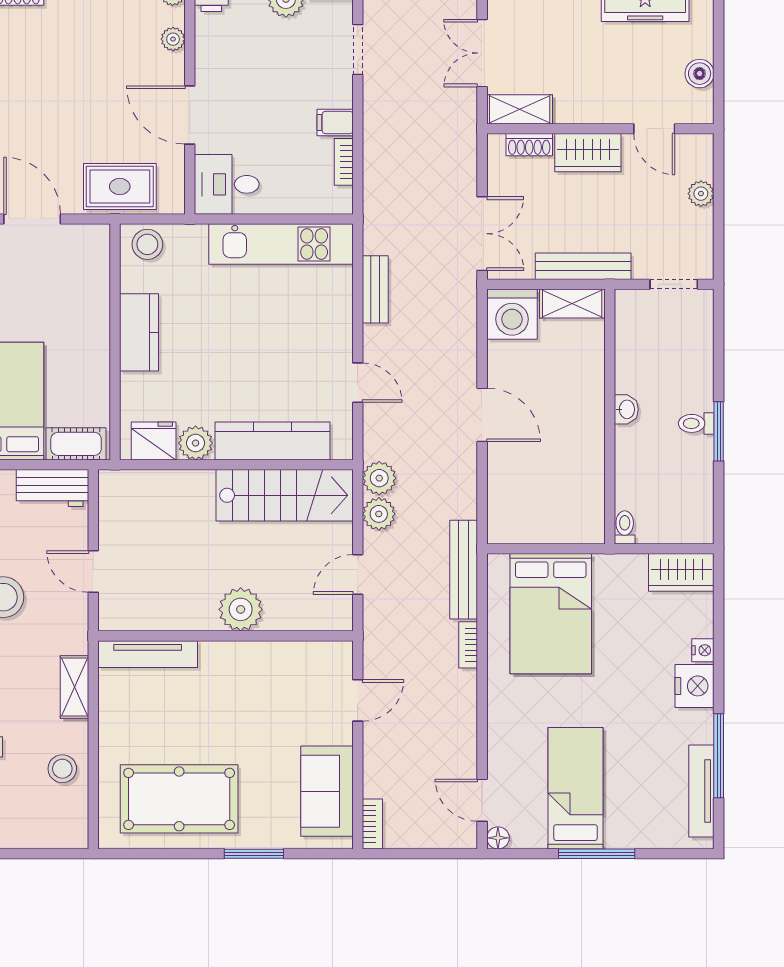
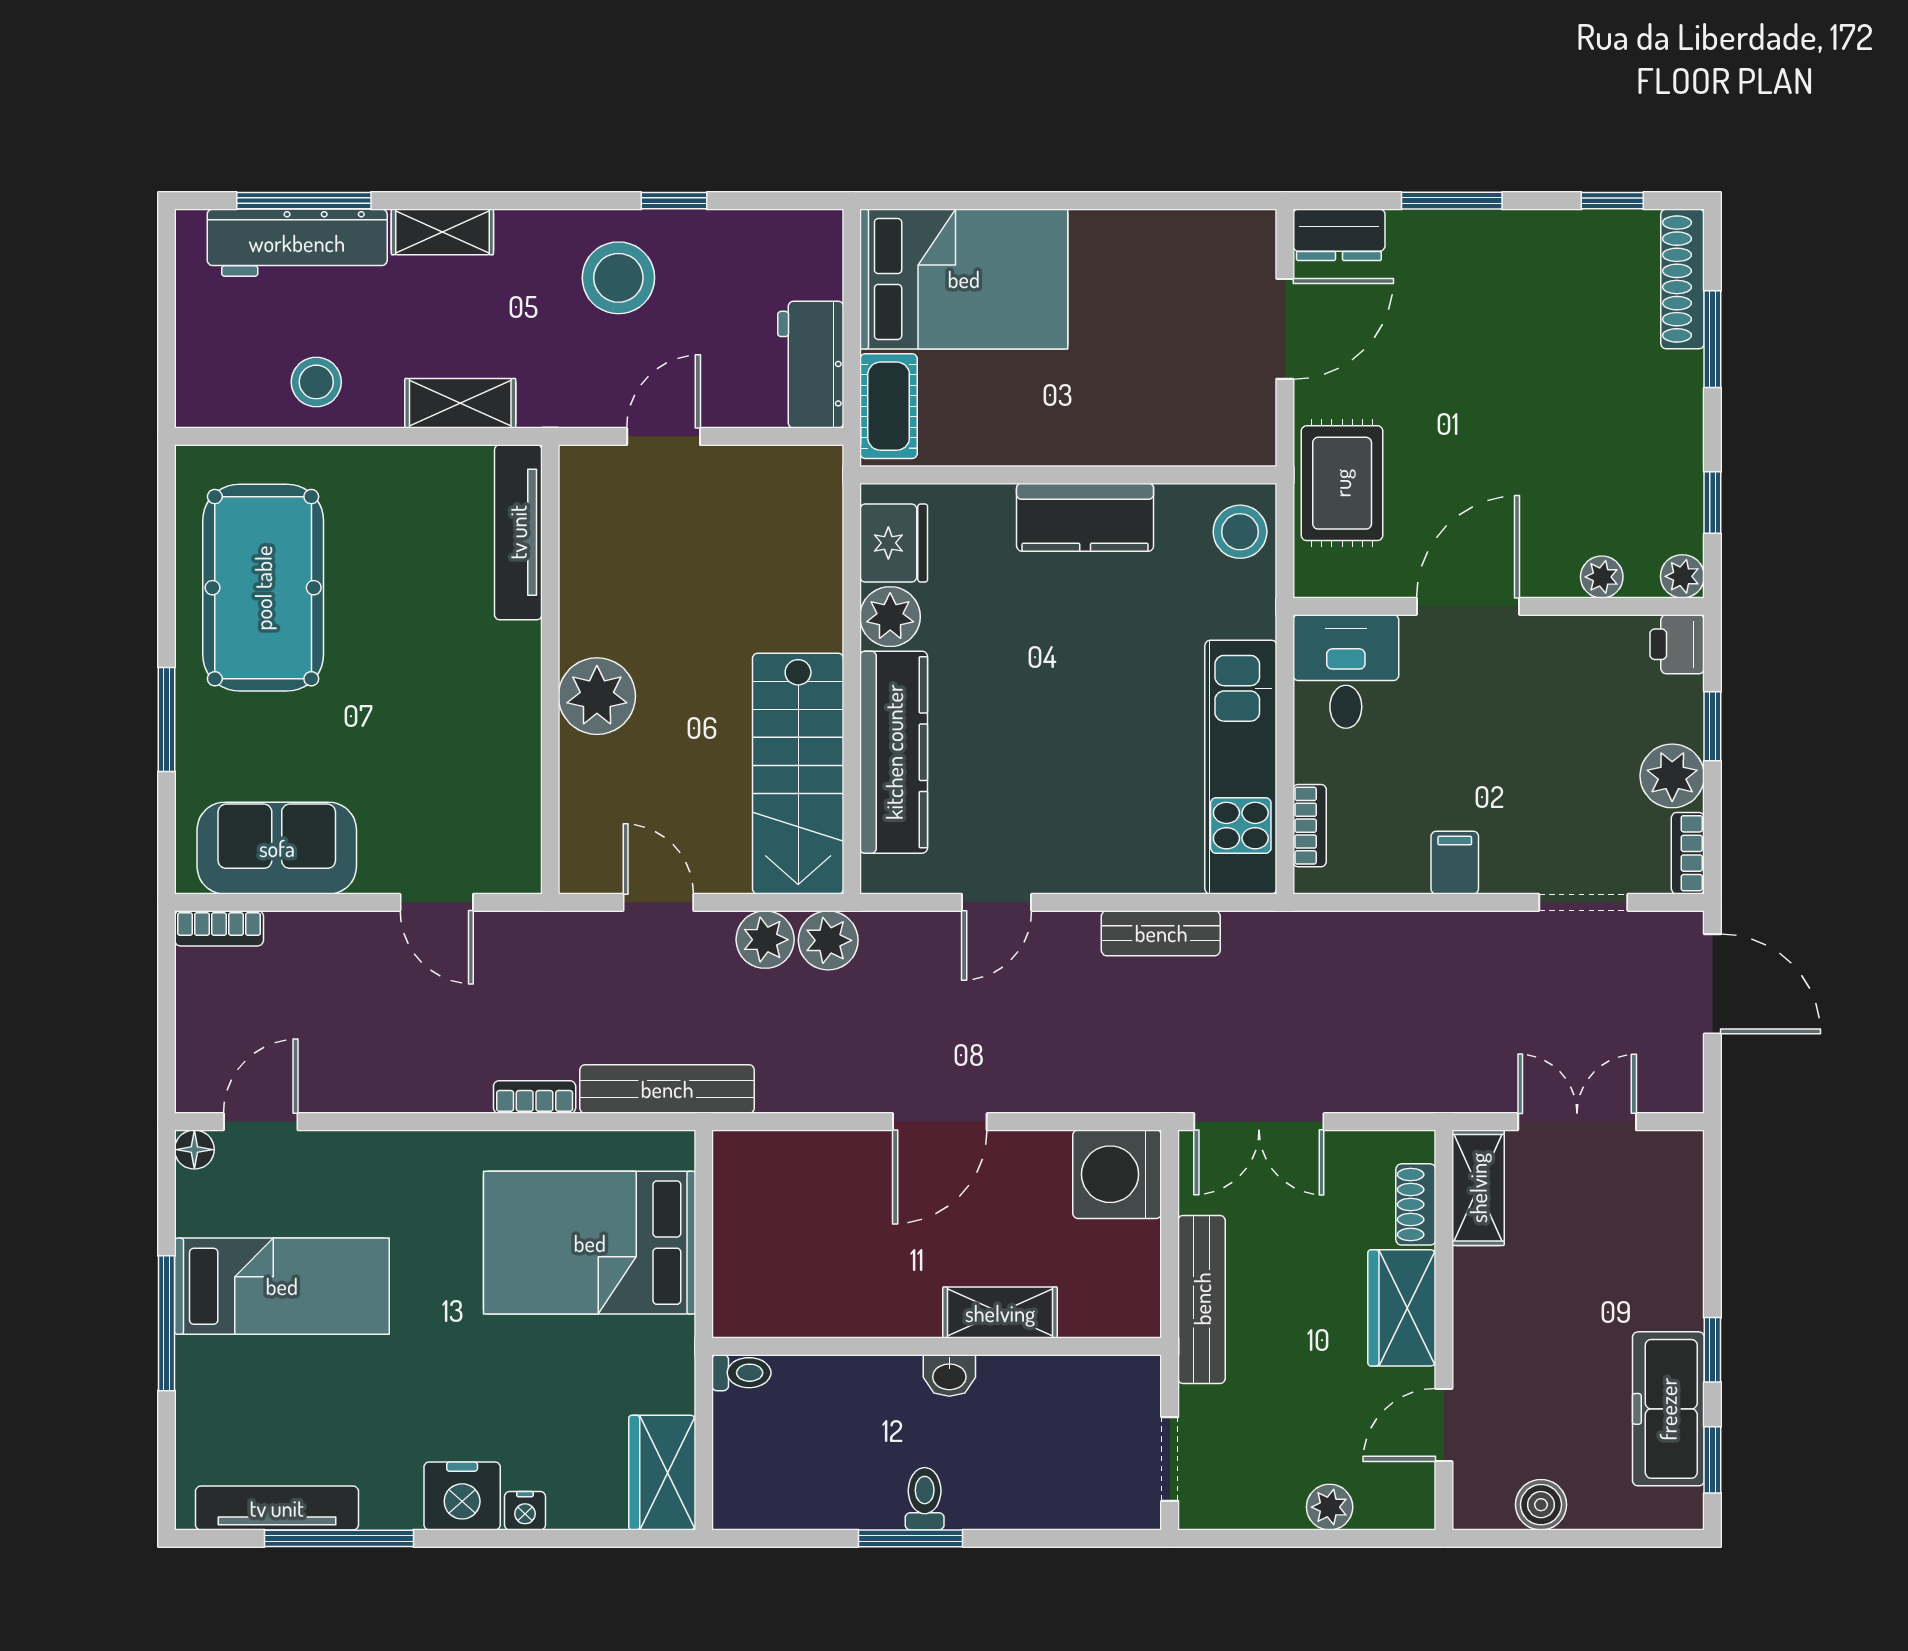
bookcase: (344, 162) -> (1310, 826), moved, turned 90
shelving: (572, 304) -> (1000, 1313), moved, turned 90

